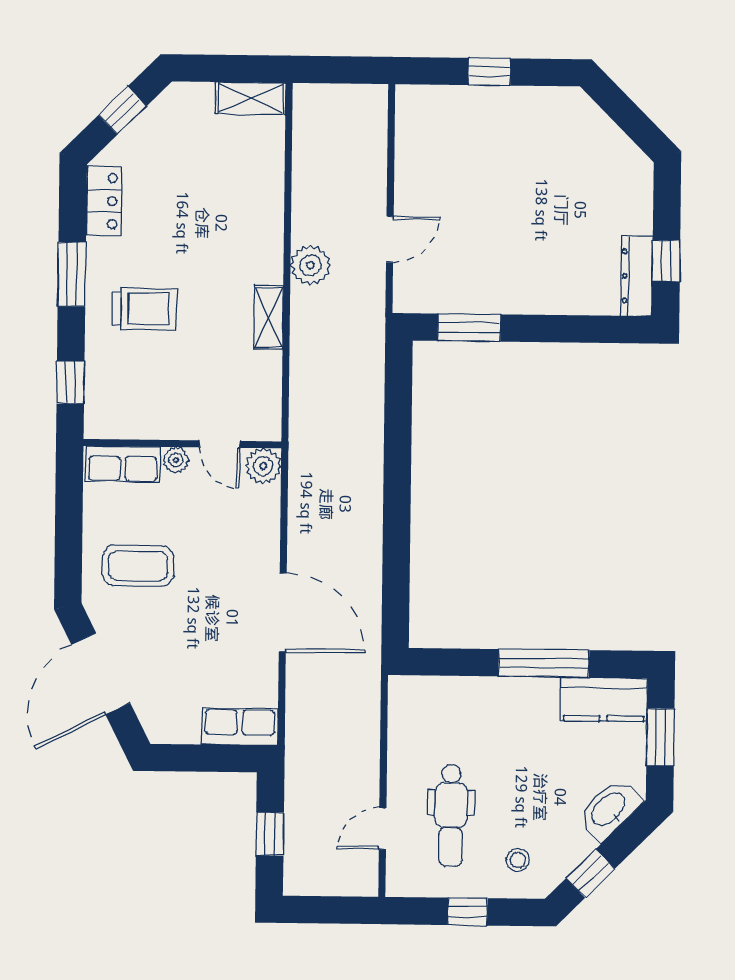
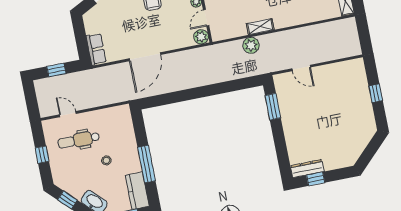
plant: (310, 265) -> (251, 45), moved
stool: (518, 860) -> (106, 160), moved

